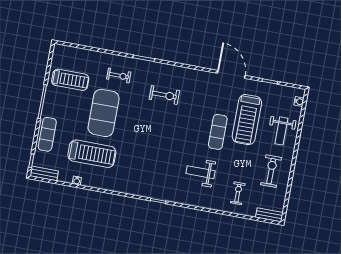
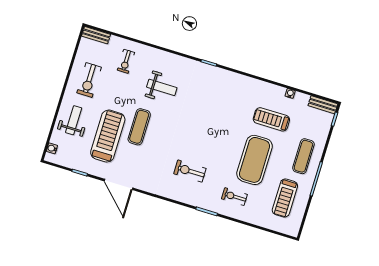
treadmill: (70, 80) -> (285, 198), turned -90
exercise mat: (47, 134) -> (303, 156), moved
treadmill: (92, 154) -> (271, 119), width x0.73, depth x0.73

